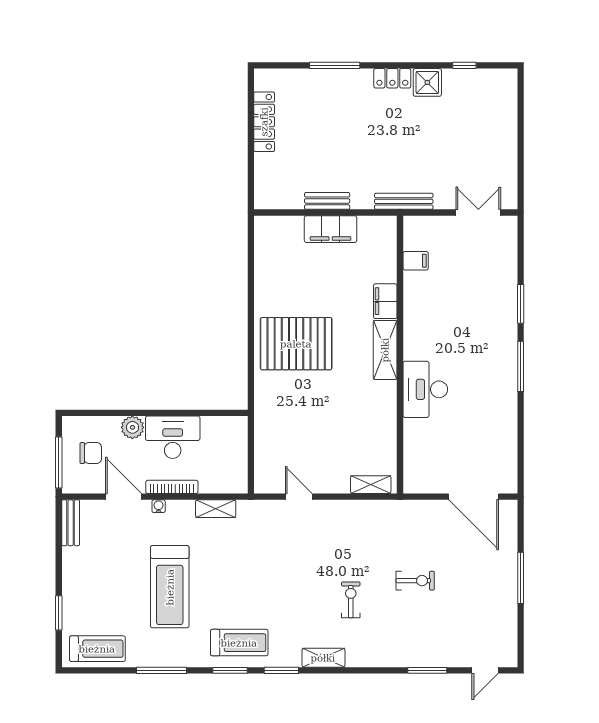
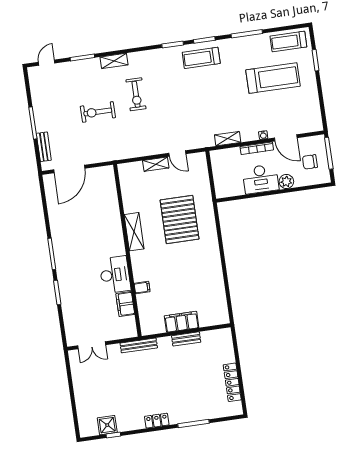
shower: (427, 82) -> (107, 425), moved
filing cabinet: (416, 261) -> (125, 304), width x2.00
filing cabinet: (385, 301) -> (142, 288), width x0.50
pallet: (296, 344) -> (180, 220), moved, turned 90
shelving: (385, 350) -> (134, 232), moved
desk: (425, 389) -> (115, 275), moved
shelving: (371, 485) -> (156, 164), moved
door: (474, 497) -> (69, 169), swing flipped
bench: (71, 523) -> (44, 147), moved
exercise bike: (415, 581) -> (98, 112), width x1.38, depth x1.39
treadmill: (170, 587) -> (273, 78), moved, turned 90
exercise bike: (351, 600) -> (136, 94), width x1.38, depth x1.39
shelving: (323, 658) -> (114, 61), moved

